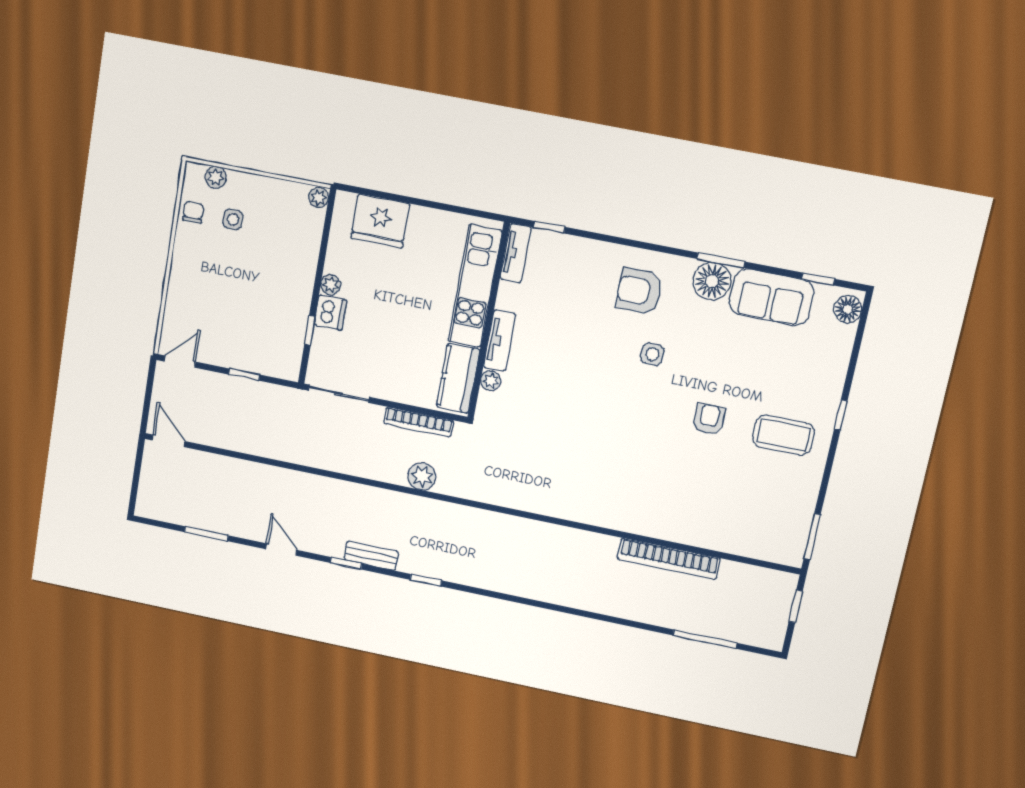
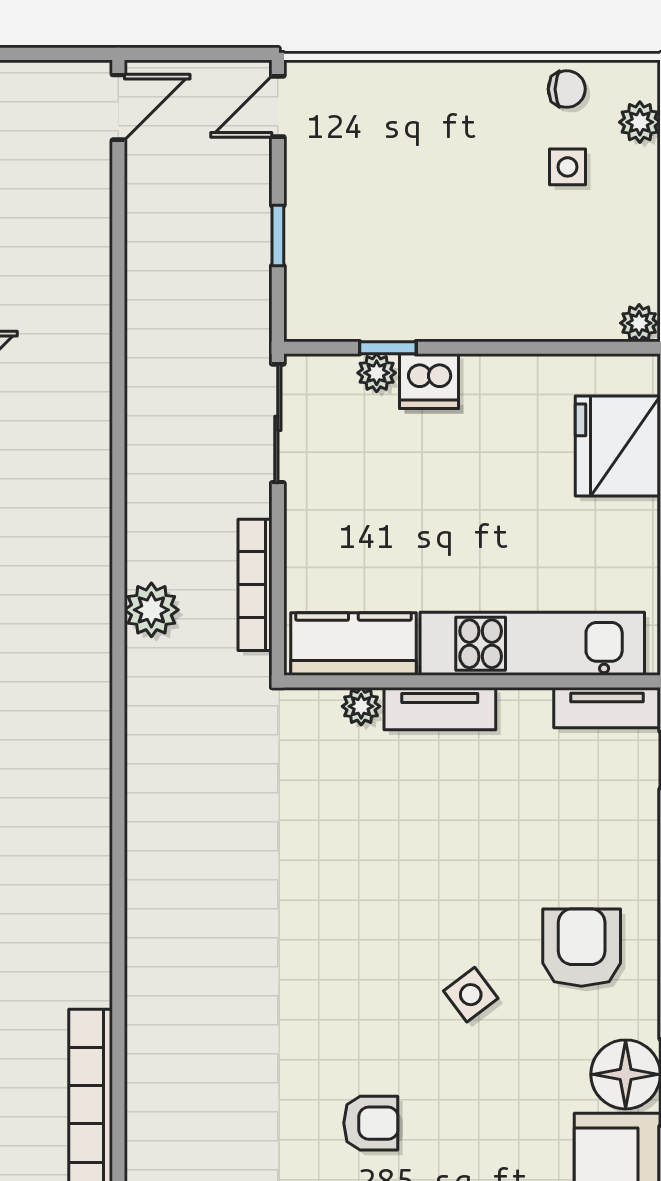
plant: (331, 285) -> (377, 373), moved
side table: (652, 354) -> (471, 995), turned -37
door: (180, 362) -> (278, 106), swing flipped

